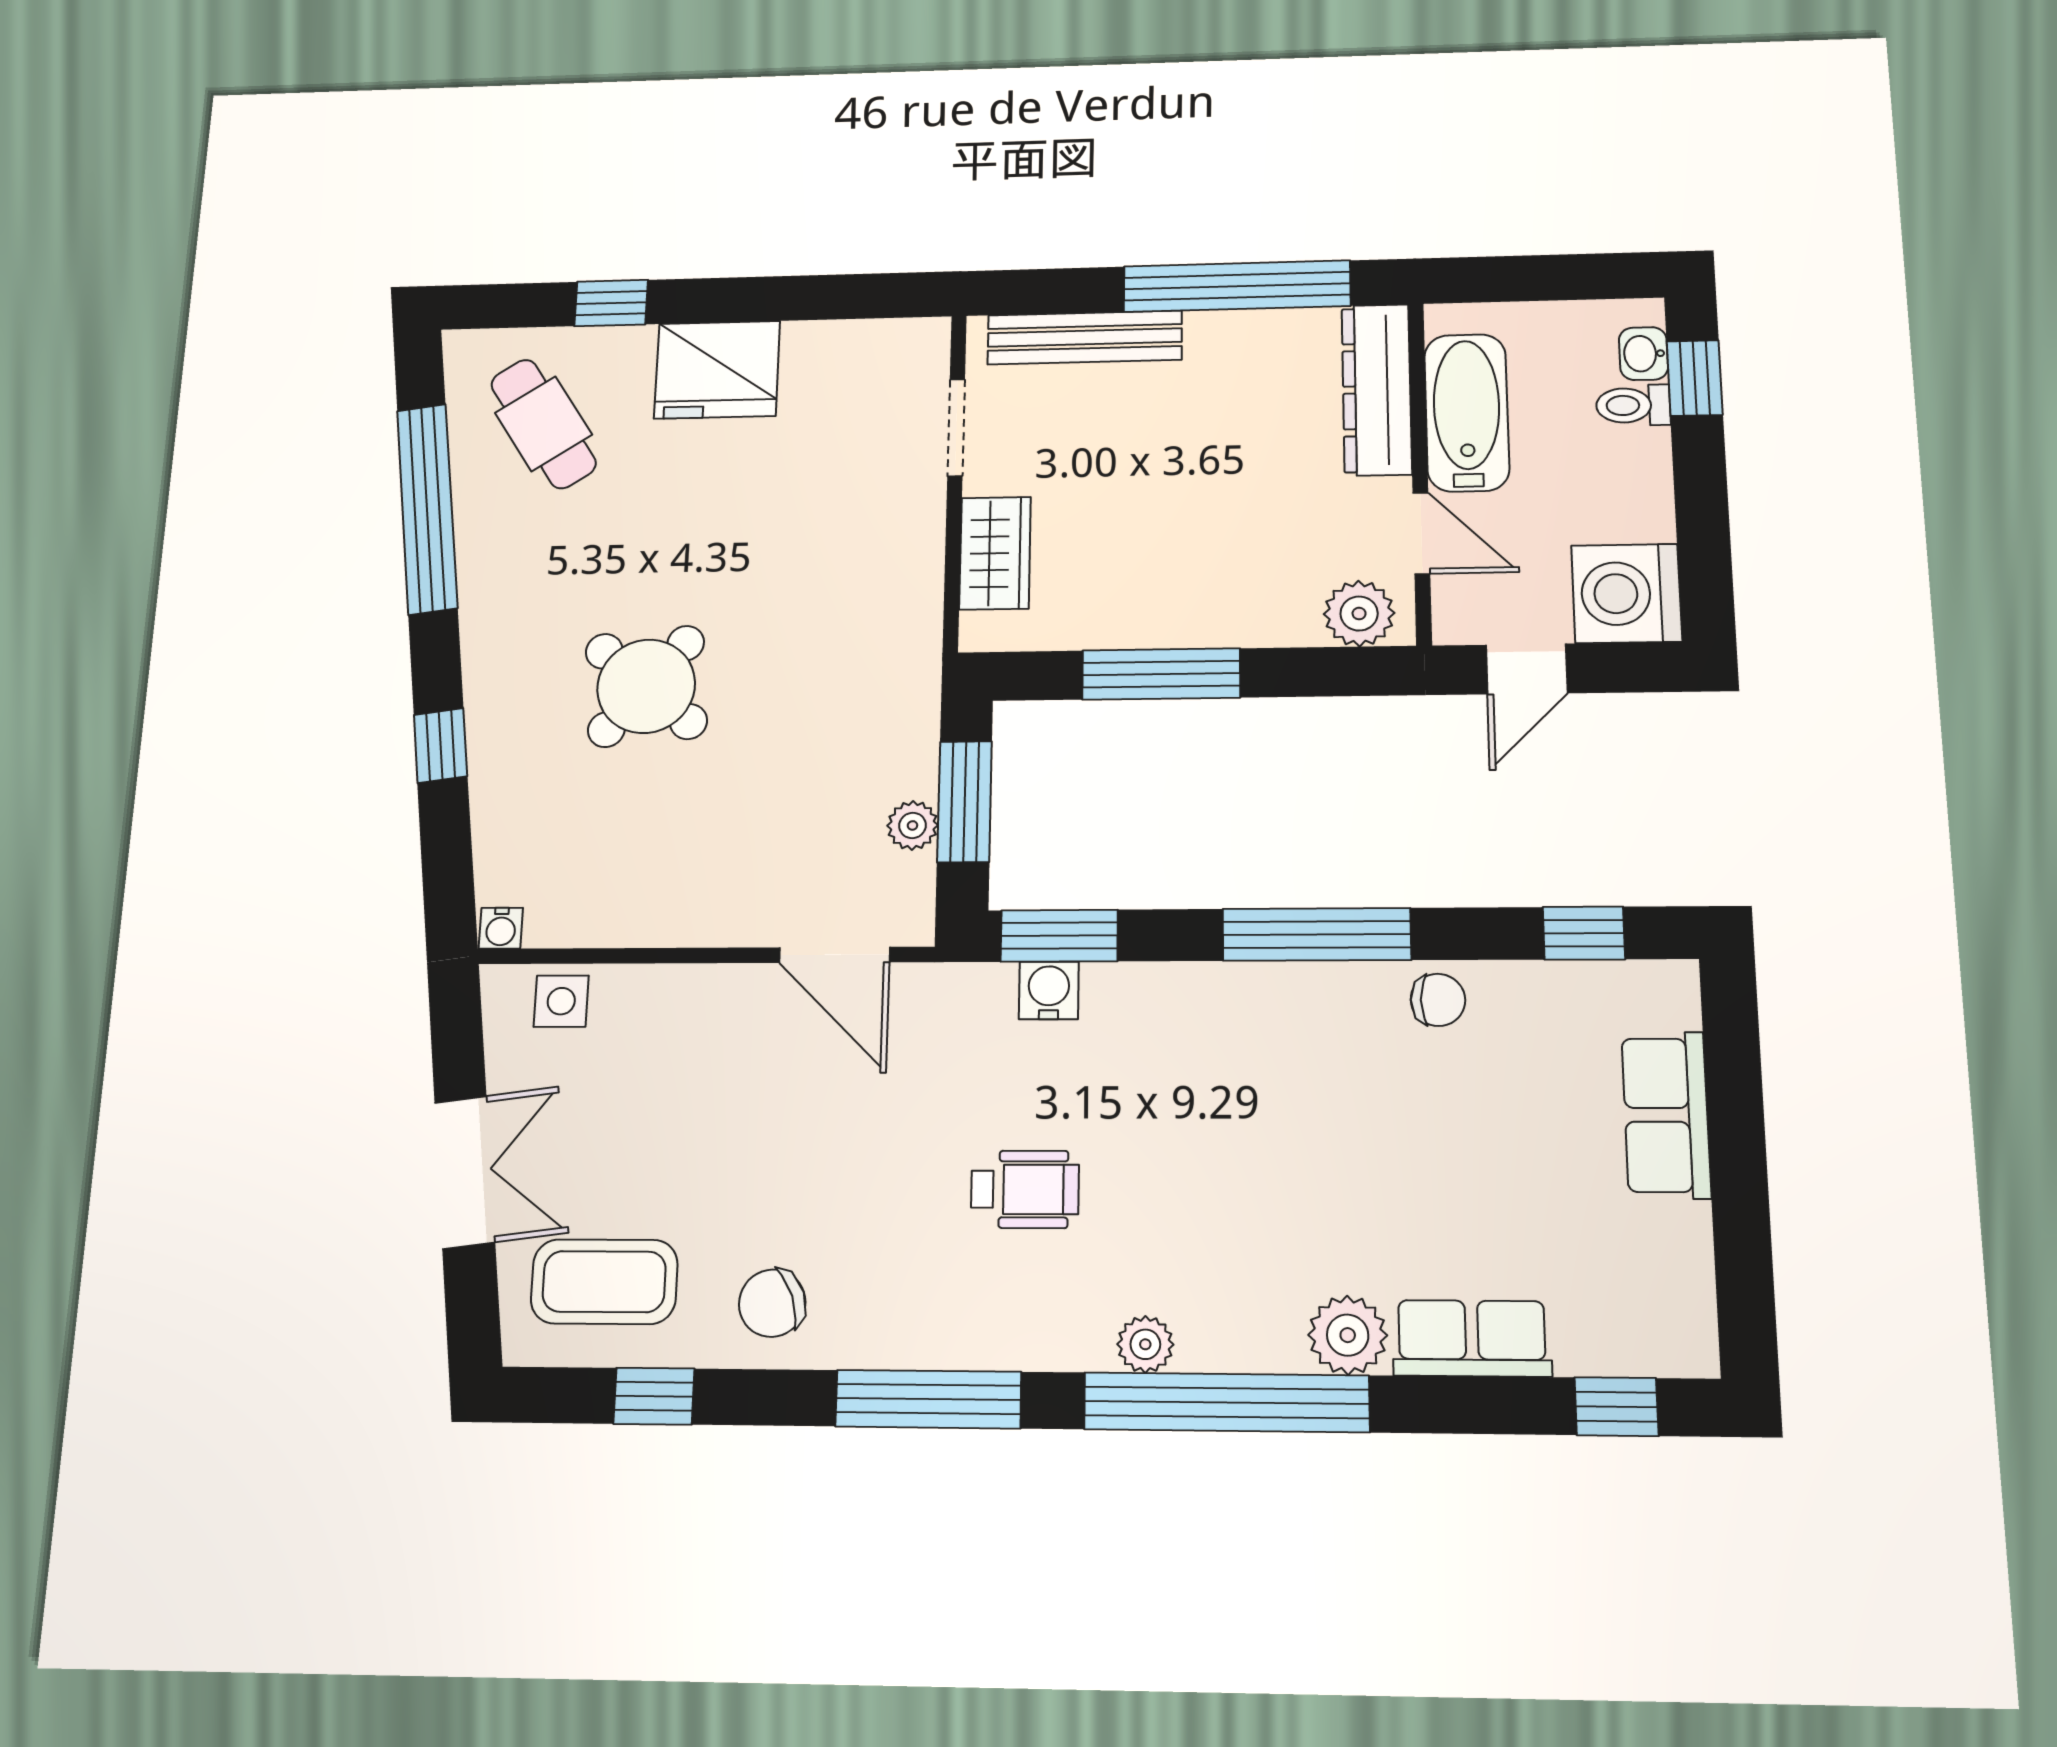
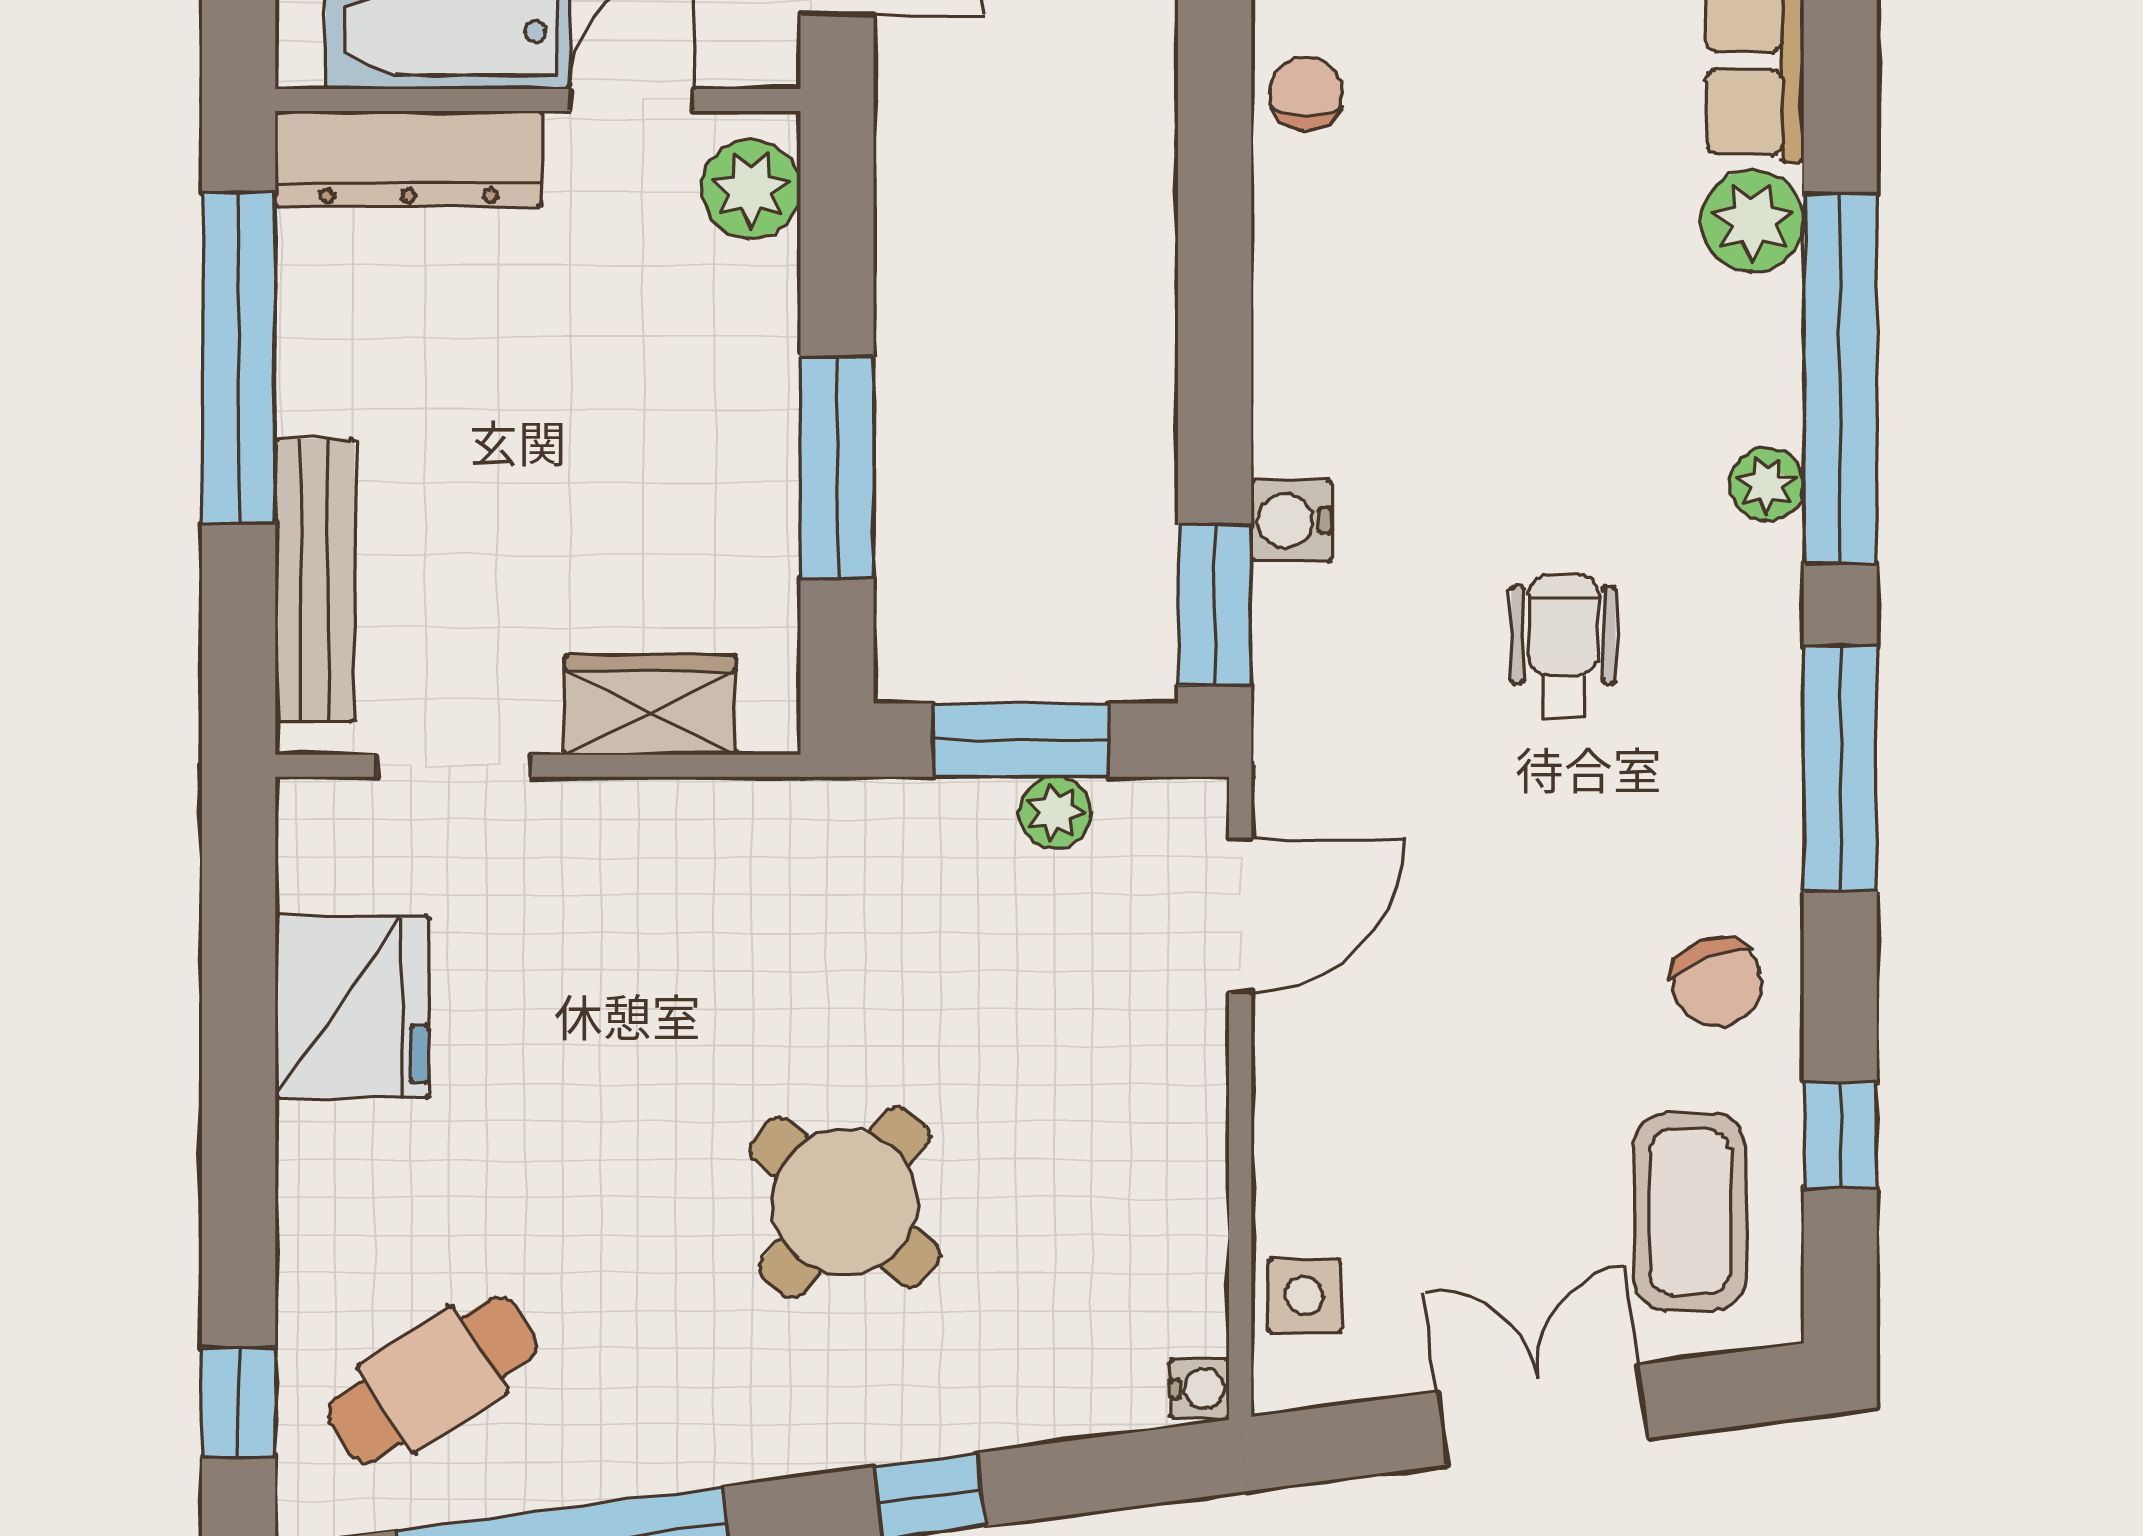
window: (611, 303) -> (239, 1402), moved
fridge: (717, 370) -> (352, 1007), moved
window: (1317, 934) -> (1215, 254), removed
water cooler: (1049, 990) -> (1291, 521), moved

